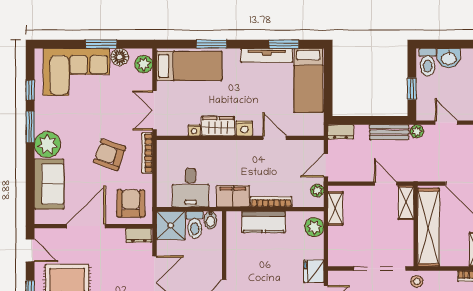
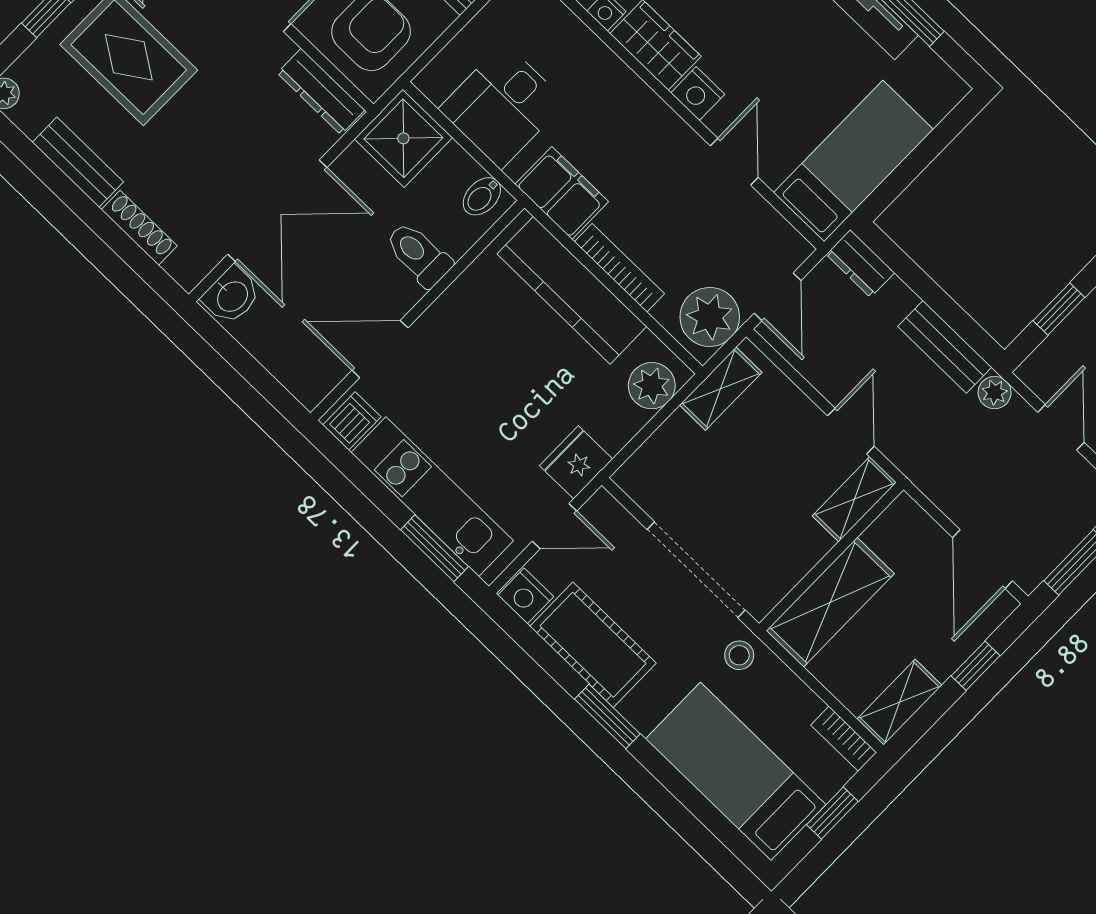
bed: (308, 80) -> (853, 161), moved, turned 180
door: (326, 165) -> (778, 297), swing flipped
plant: (317, 190) -> (710, 317), width x1.87, depth x1.87
kitchen counter: (264, 222) -> (572, 290), width x1.50
toilet: (195, 225) -> (419, 254), moved, turned 90
shelving: (428, 227) -> (830, 602), width x0.68
dresser: (139, 235) -> (321, 92), width x1.44

